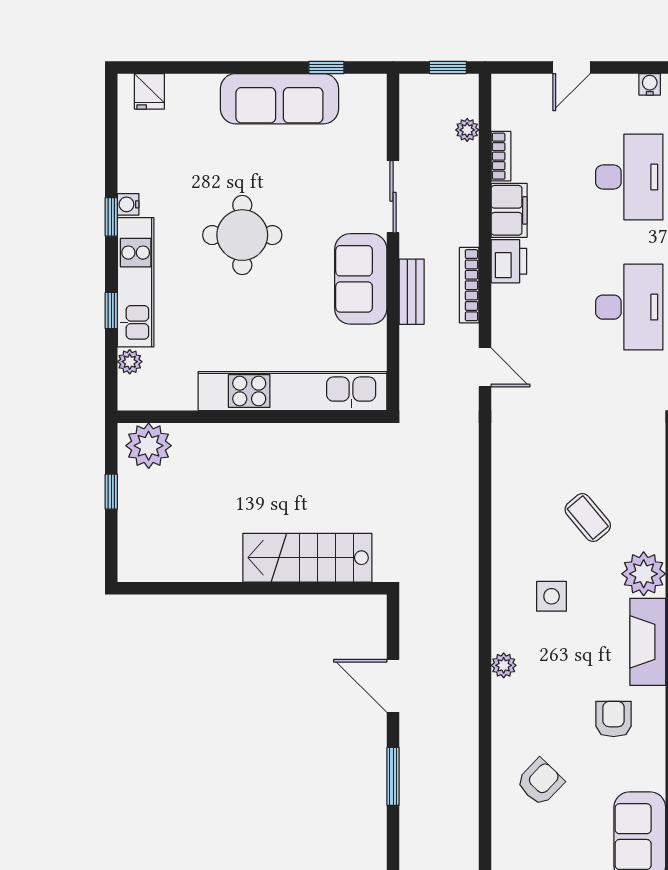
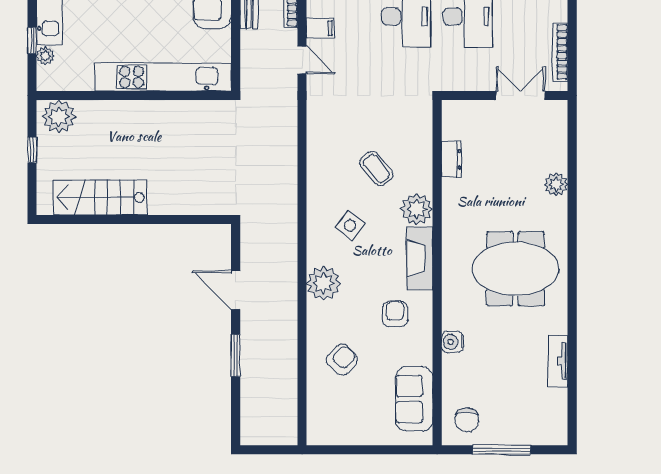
window: (111, 311) -> (32, 41), moved
filing cabinet: (510, 324) -> (320, 28), added
stairs: (307, 558) -> (100, 197), moved
side table: (552, 596) -> (350, 225), turned 37
plant: (504, 665) -> (324, 283), width x1.88, depth x1.88

